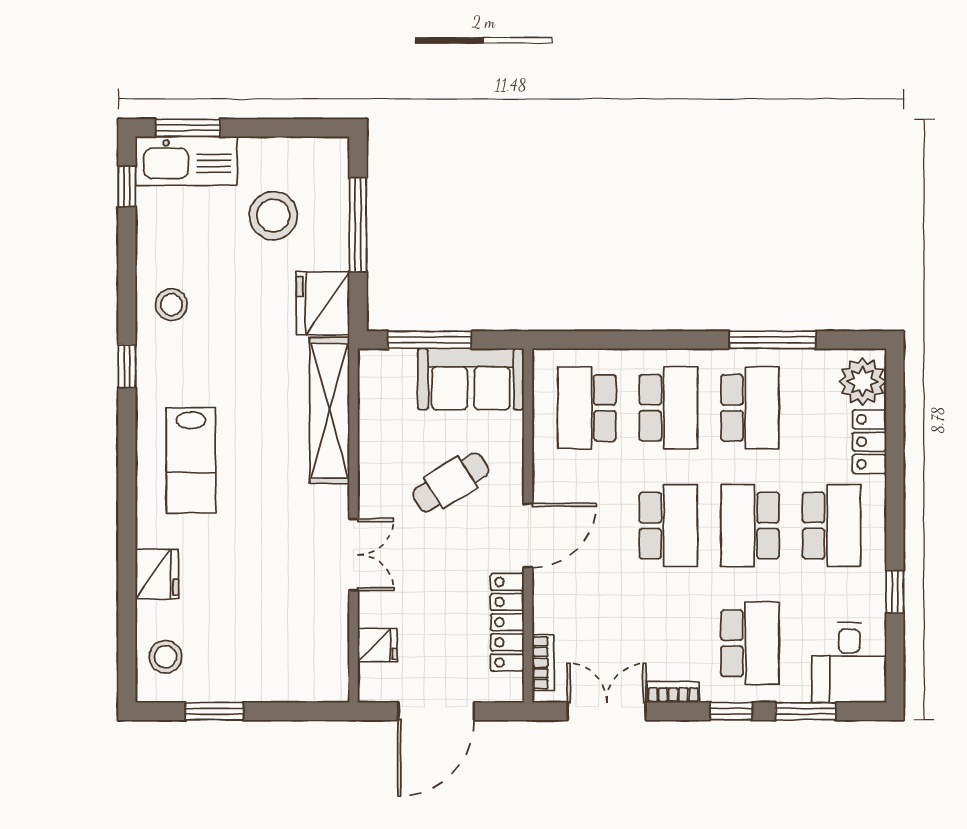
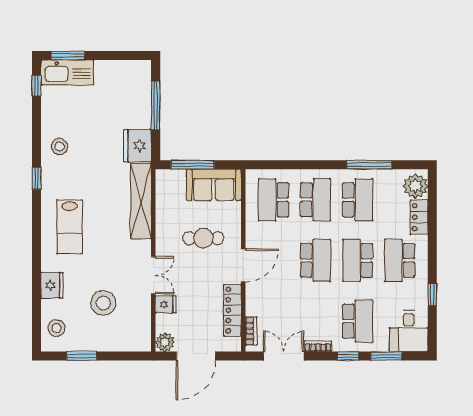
stool: (273, 215) -> (103, 303), moved
cafe table: (451, 482) -> (203, 238), turned 32
school desk: (832, 526) -> (400, 260), turned 180
fridge: (377, 645) -> (166, 304), moved
plant: (376, 684) -> (165, 342), added

